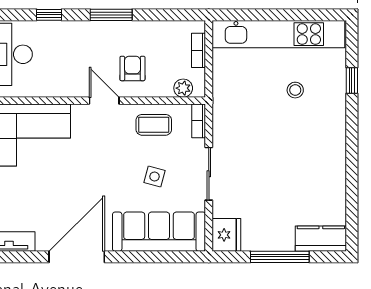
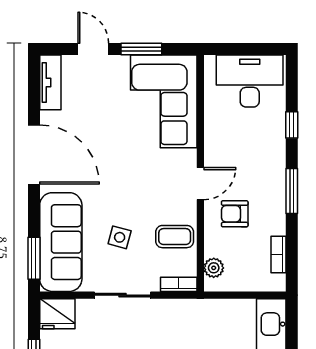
bookcase: (199, 50) -> (279, 254), moved, turned -90
armchair: (132, 68) -> (235, 214), turned 180
coffee table: (154, 125) -> (175, 237), turned 90
window: (174, 257) -> (34, 258), added

